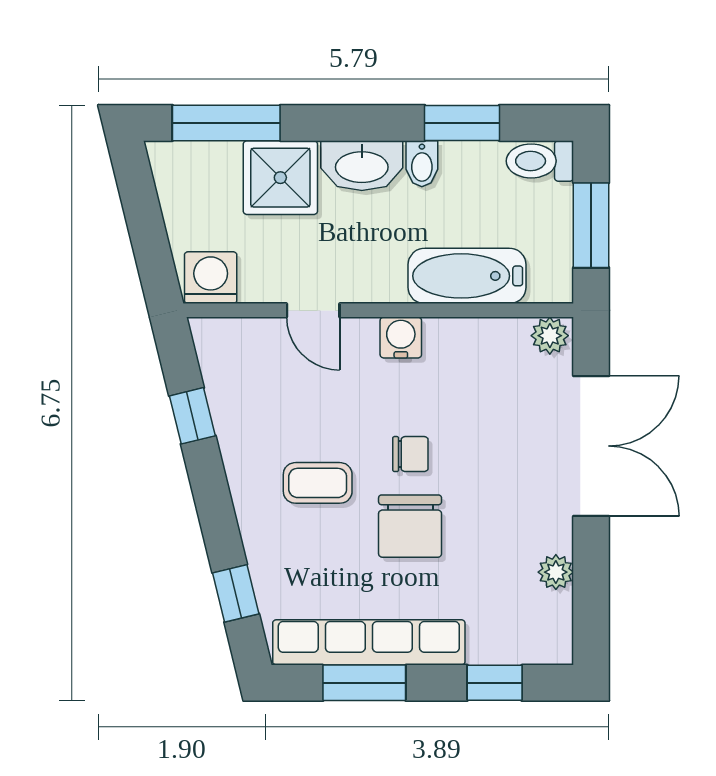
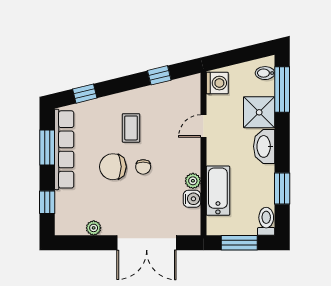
bidet: (422, 164) -> (265, 73), moved
plant: (550, 336) -> (193, 181), moved
water cooler: (401, 338) -> (192, 199), moved

